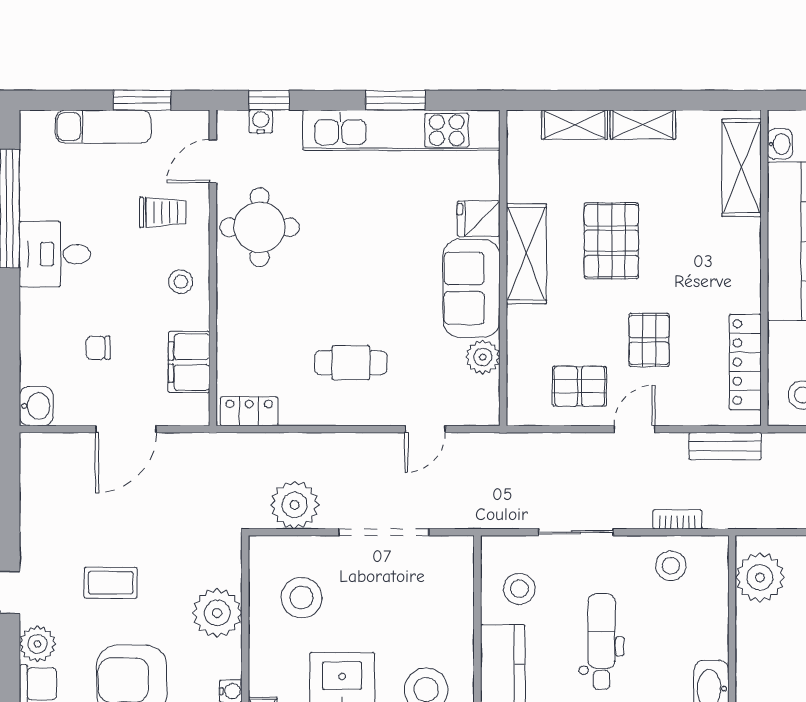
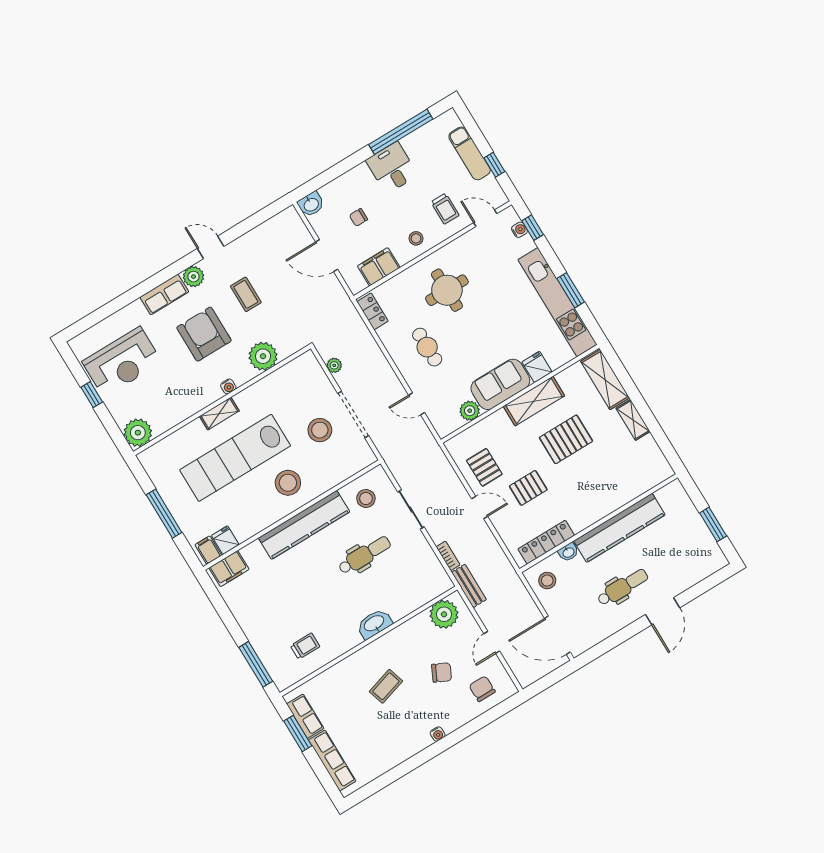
window: (142, 100) -> (494, 165), width x0.67
shelving: (575, 125) -> (605, 380), width x1.50, depth x1.33
washbasin: (780, 144) -> (568, 552), moved
shelving: (741, 168) -> (641, 482), removed
round table: (260, 227) -> (447, 290), moved
chair: (98, 348) -> (358, 217), turned -90
bench: (725, 446) -> (469, 586), moved
plant: (295, 505) -> (334, 365), width x0.53, depth x0.53
stool: (671, 566) -> (423, 567), removed
stool: (302, 598) -> (320, 430), moved

